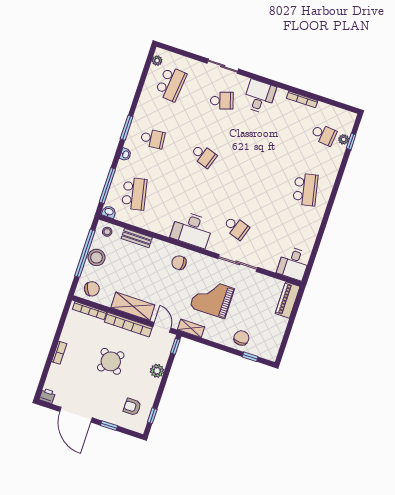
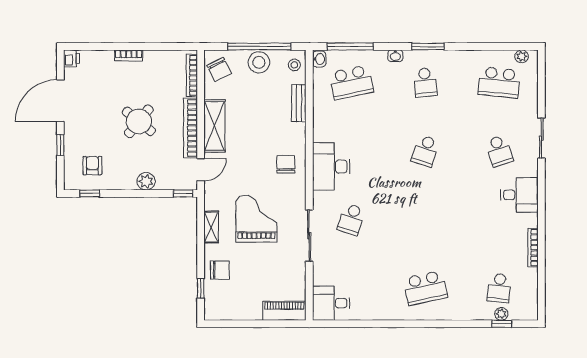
shelving: (191, 328) -> (211, 227), moved

